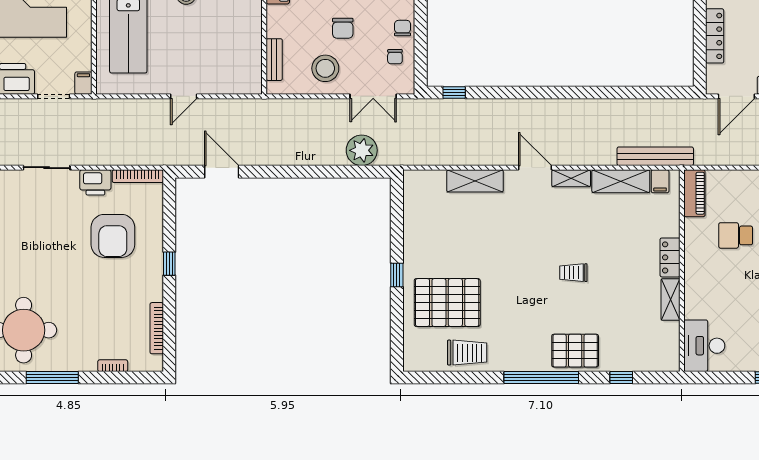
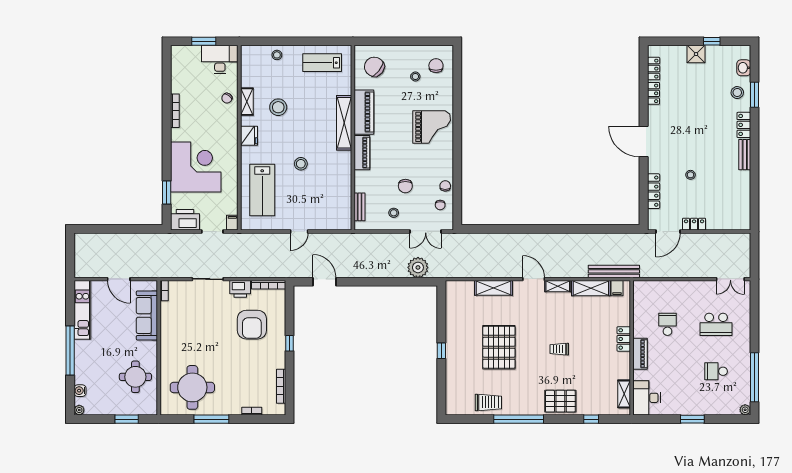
stool: (325, 68) -> (394, 213), width x0.53, depth x0.53
window: (454, 92) -> (480, 229), removed
piano: (694, 193) -> (640, 354), moved
school desk: (736, 235) -> (667, 324), turned 90
shelving: (671, 300) -> (624, 394), moved
pallet: (447, 303) -> (499, 347), moved, turned 90
window: (541, 378) -> (519, 419), moved

